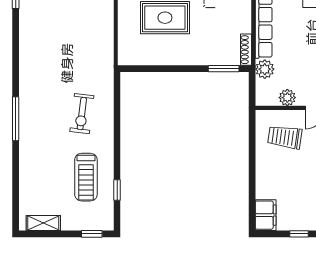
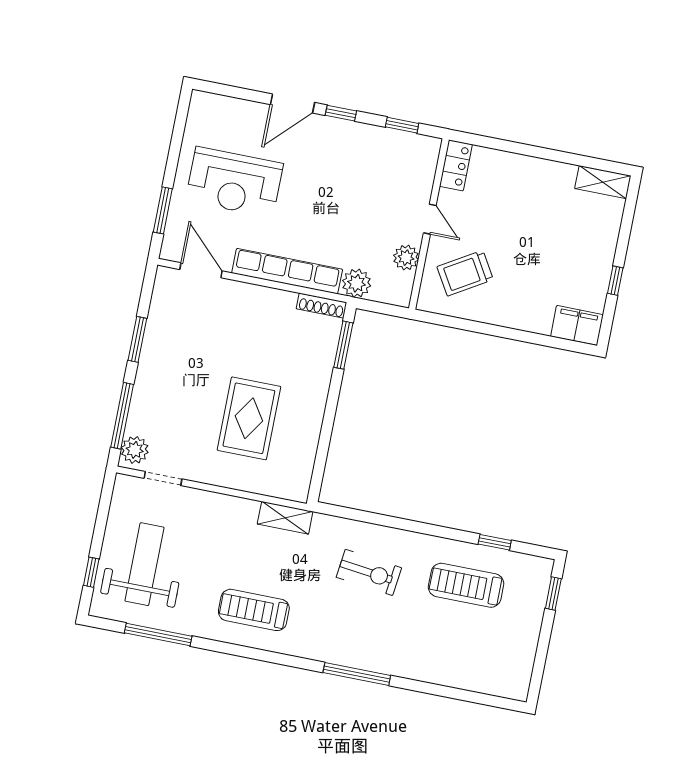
treadmill: (43, 45) -> (254, 610), added
trolley: (285, 137) -> (465, 273), turned 51
treadmill: (86, 177) -> (466, 585), turned 180
shelving: (43, 223) -> (285, 518), moved, turned 90

